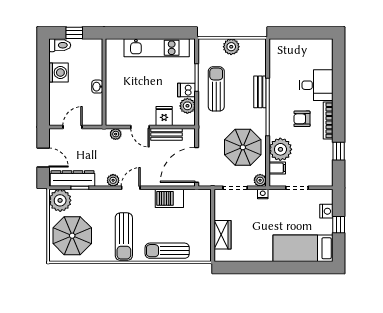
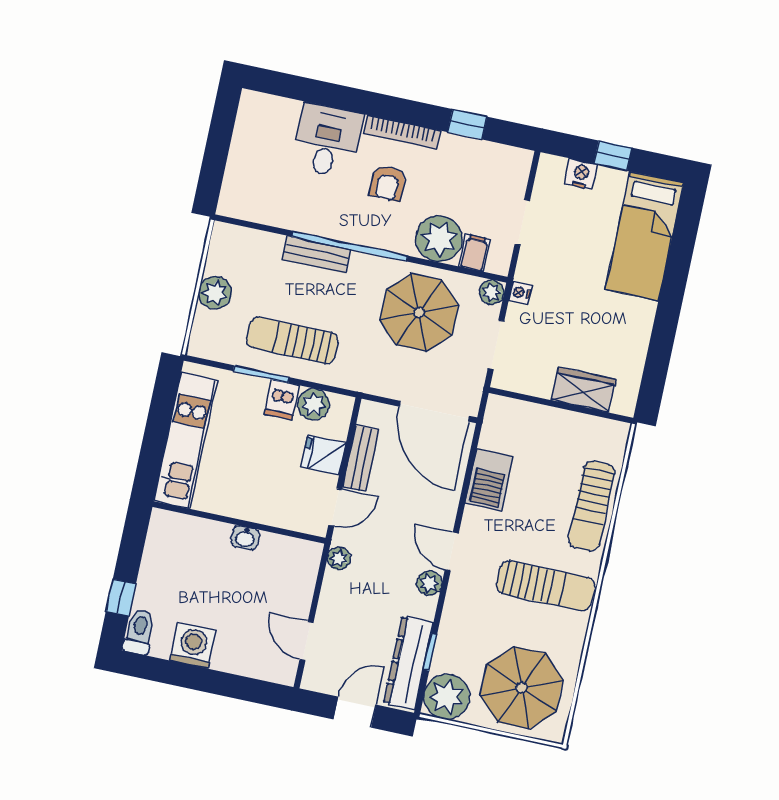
wall: (104, 82) -> (239, 522), moved
washbasin: (97, 87) -> (245, 538), moved

